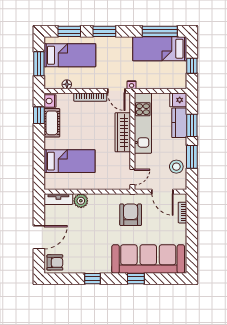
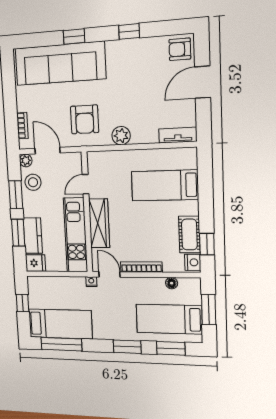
door: (132, 177) -> (86, 184), moved
plant: (181, 184) -> (26, 160), added
plant: (81, 201) -> (121, 136), moved

